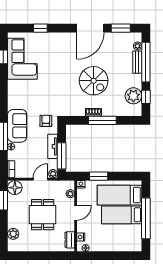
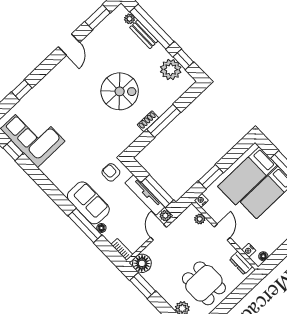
door: (90, 28) -> (69, 45), width x0.53
tv unit: (53, 146) -> (145, 195), width x1.41
dining table: (43, 215) -> (204, 283), moved

